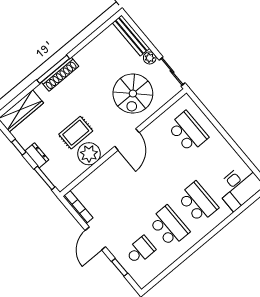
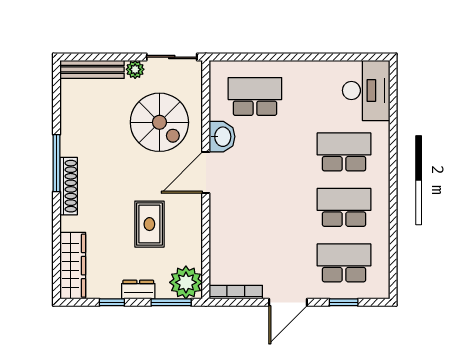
window: (53, 69) -> (56, 163), moved
washbasin: (153, 132) -> (222, 137), added
door: (127, 139) -> (206, 173), swing flipped
plant: (89, 154) -> (186, 282), moved
door: (95, 239) -> (288, 302), hinge flipped
school desk: (140, 250) -> (344, 263), width x1.85

